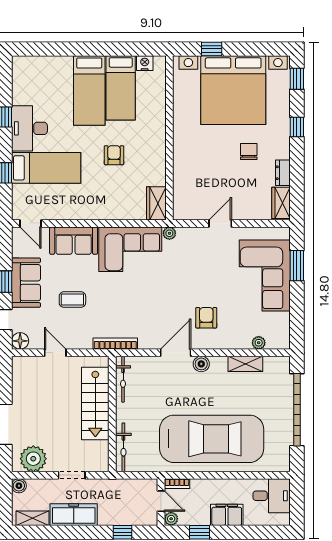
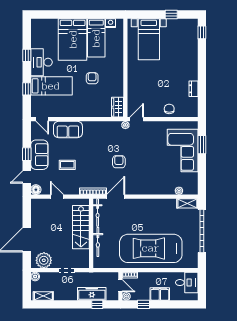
window: (212, 49) -> (171, 15), moved
bed with nightstands: (233, 90) -> (149, 39), width x0.54
bed: (89, 91) -> (73, 39), width x1.50
window: (297, 127) -> (202, 61), removed
chair: (249, 151) -> (169, 109), moved
wardrobe: (281, 203) -> (192, 107), removed
door: (220, 223) -> (137, 119), moved
corner sofa: (130, 249) -> (102, 135), removed
armchair: (206, 318) -> (119, 162), moved
door: (176, 353) -> (116, 197), moved
boiler: (201, 364) -> (145, 203), removed
shelving: (245, 364) -> (187, 203), moved
car: (212, 439) -> (151, 248), turned 180
bicycle: (123, 447) -> (98, 242), moved
freezer: (74, 515) -> (92, 294), moved

